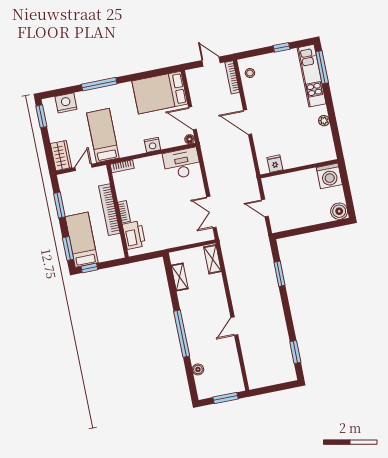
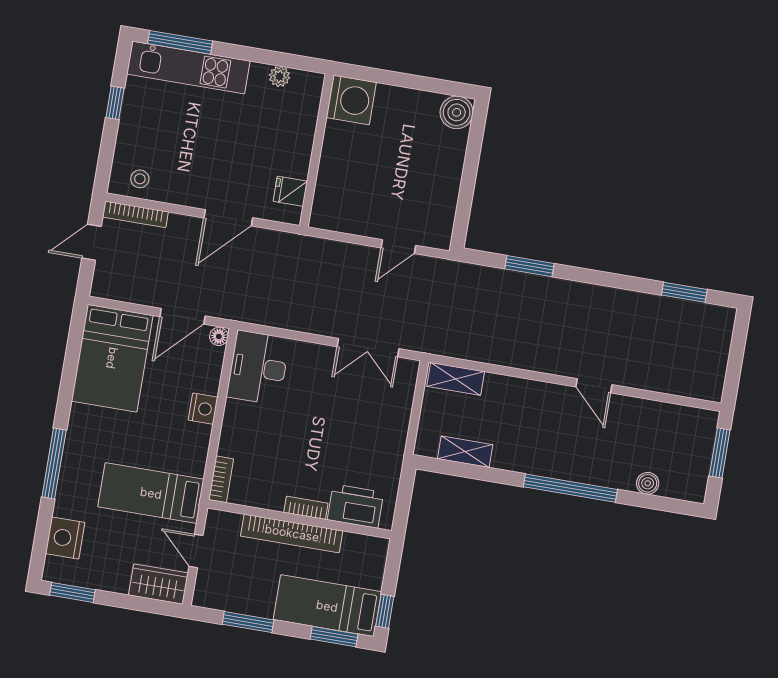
fridge: (275, 164) -> (290, 191), moved
wall: (299, 169) -> (317, 150), moved
washing machine: (329, 176) -> (351, 100), moved

